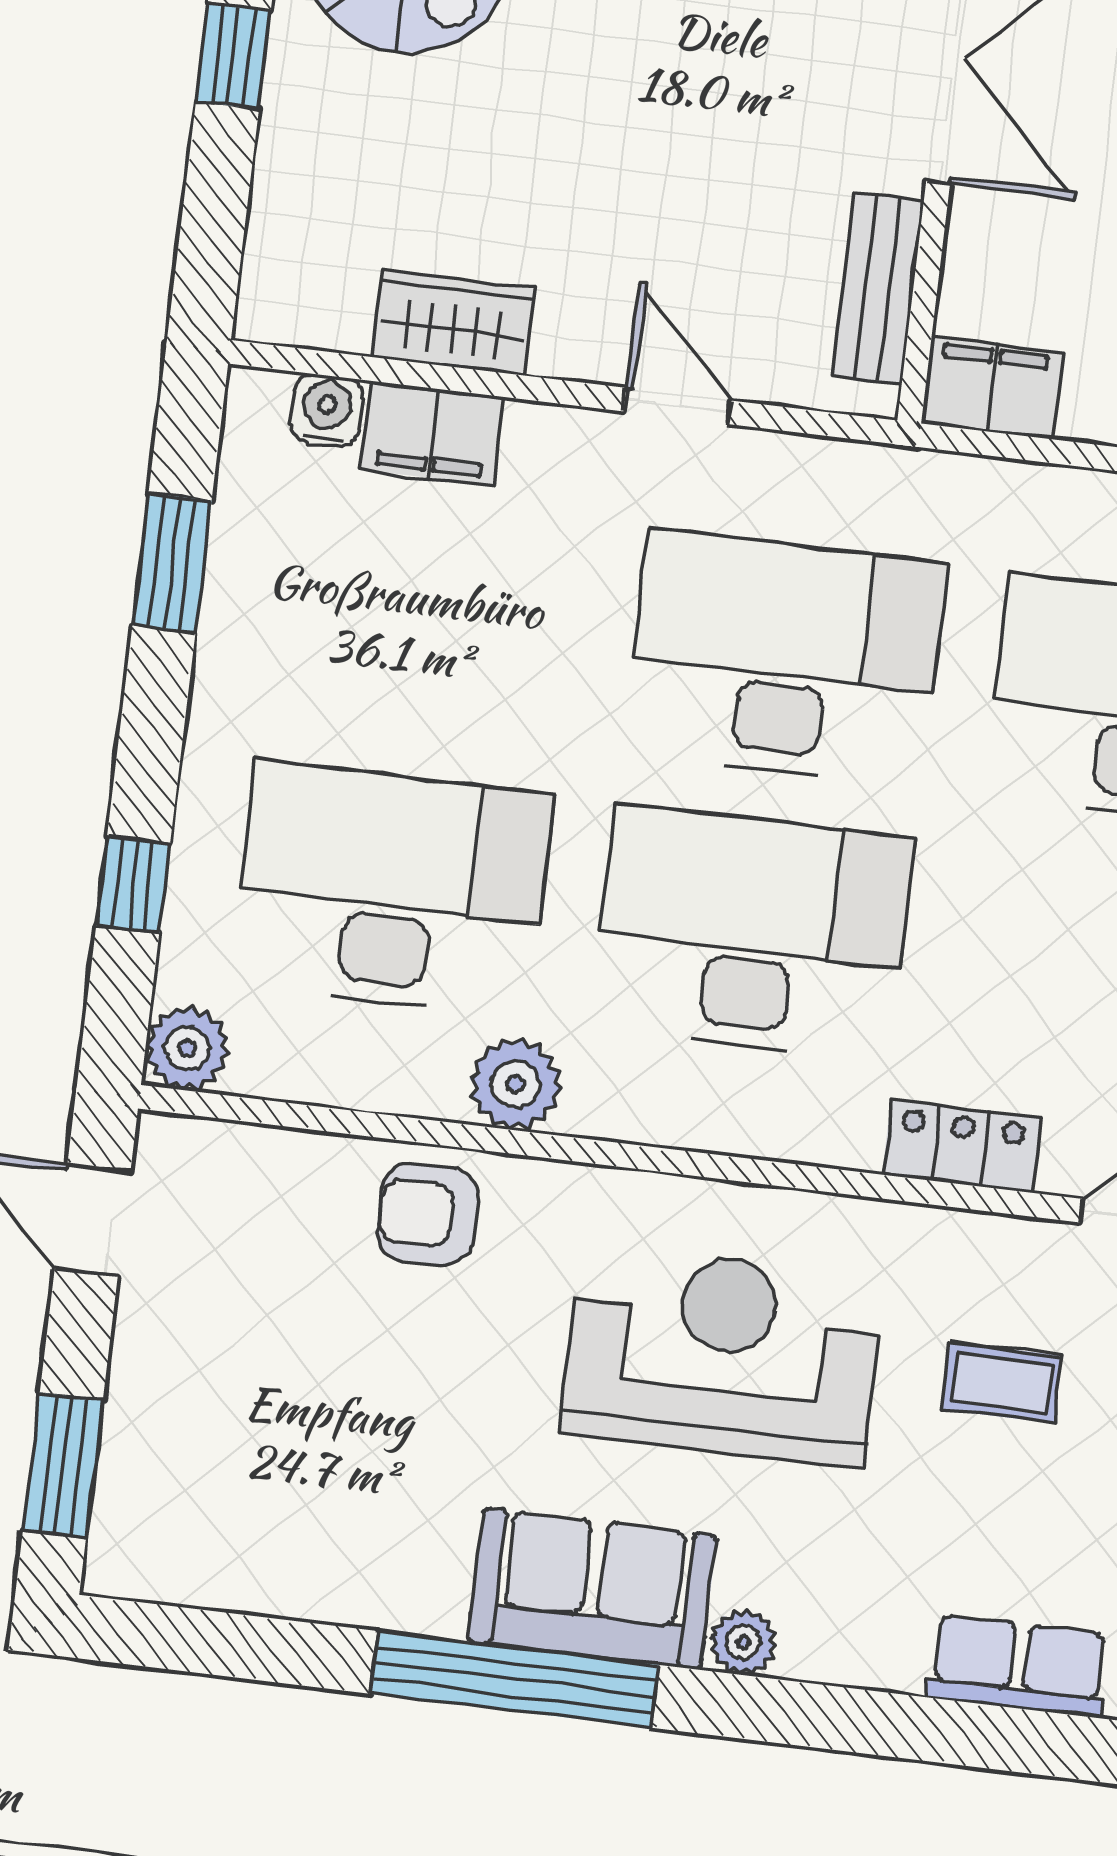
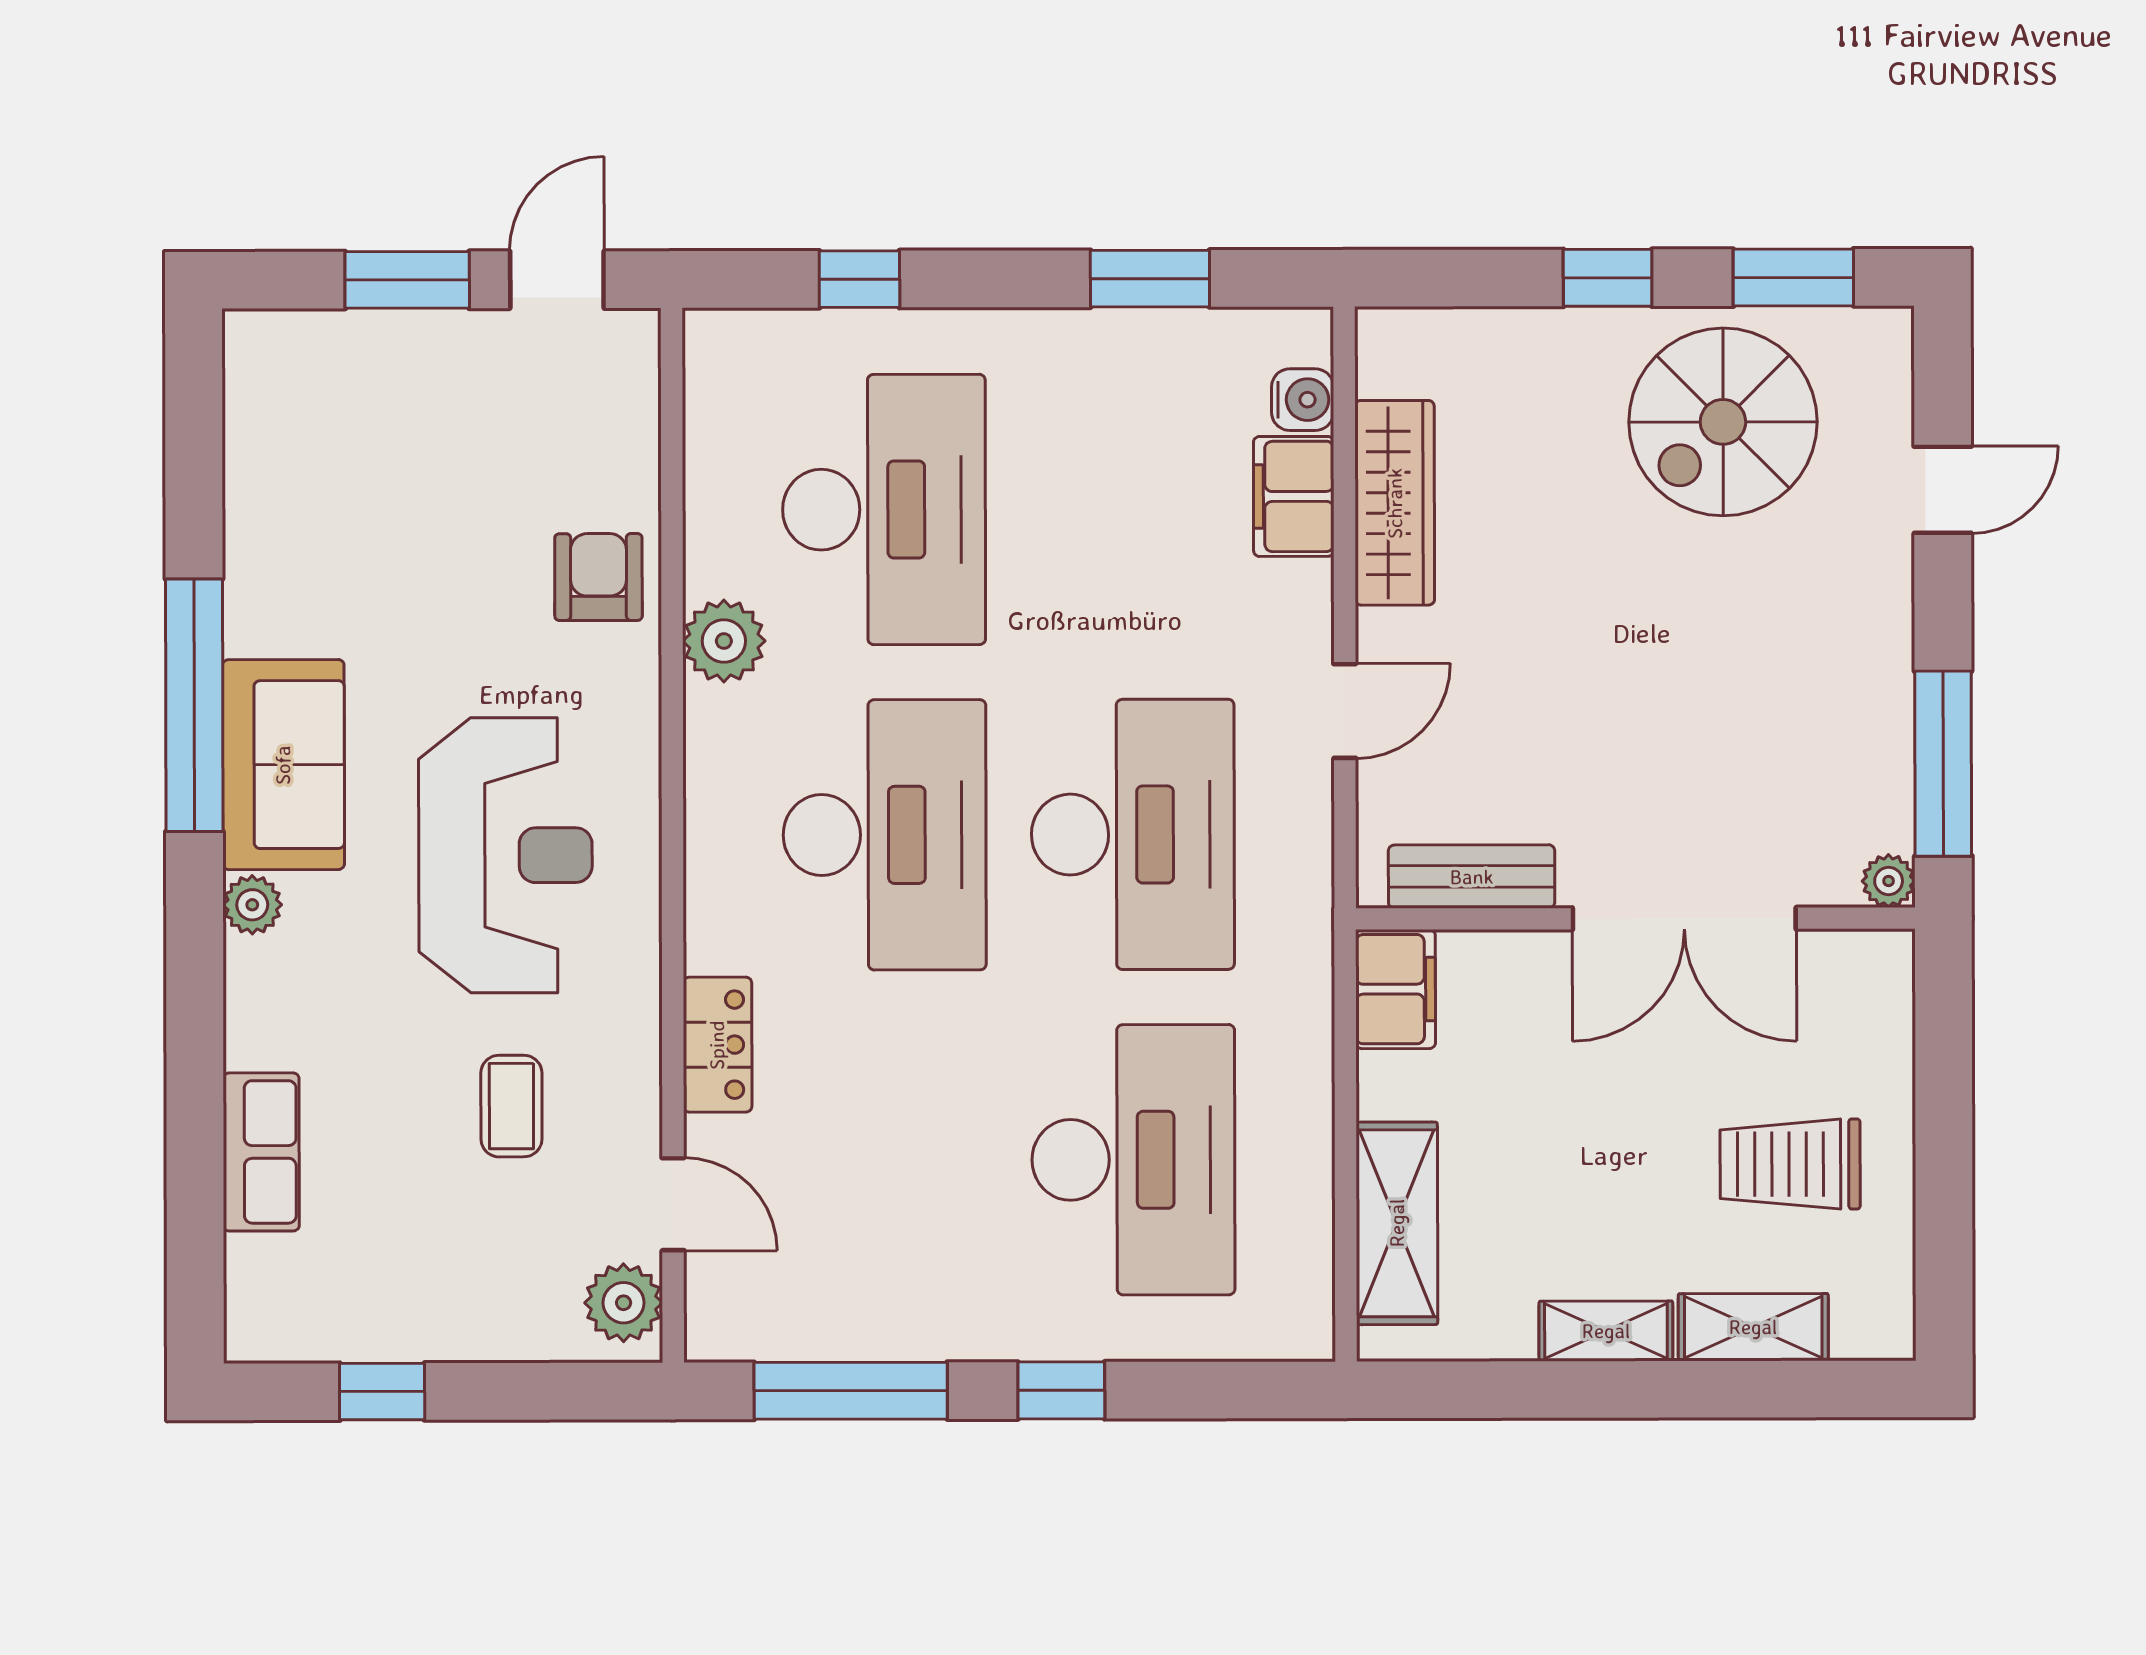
wardrobe: (454, 322) -> (1395, 503), width x1.50
plant: (187, 1048) -> (720, 345), removed
window: (63, 1465) -> (407, 280), moved

